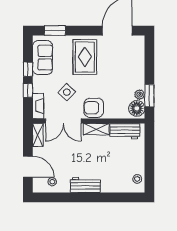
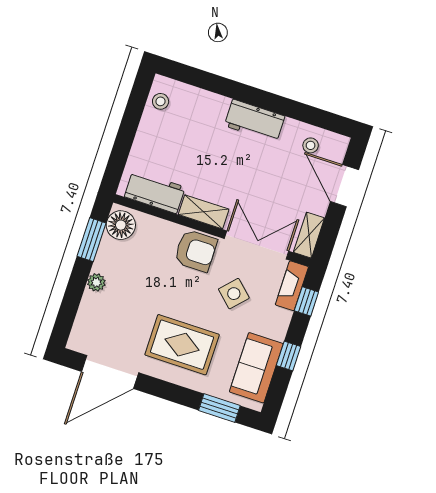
rug: (85, 57) -> (182, 345), turned 90
window: (28, 90) -> (306, 301), moved
plant: (140, 94) -> (96, 282), moved

